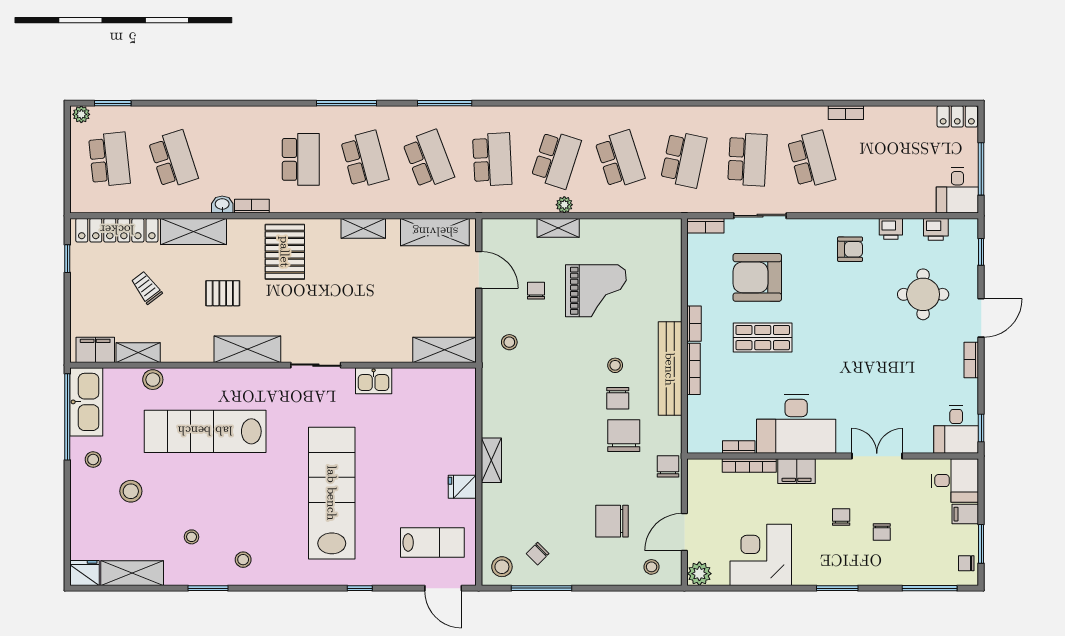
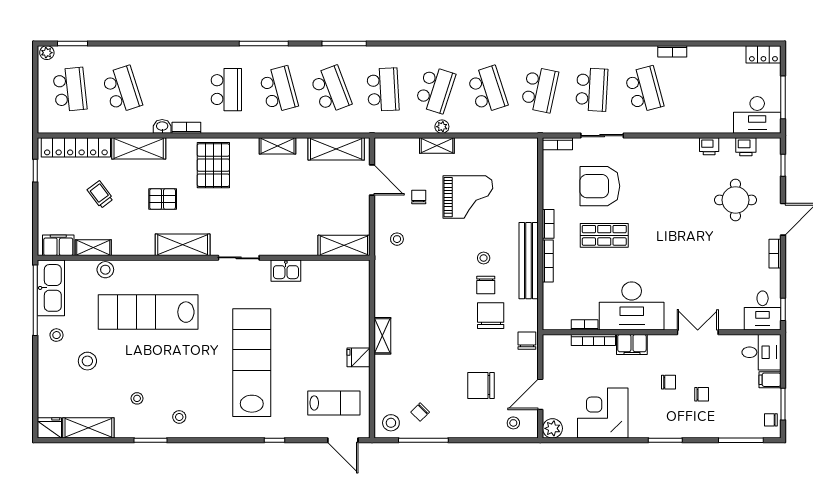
desk: (957, 190) -> (757, 115), width x1.37
armchair: (850, 249) -> (676, 163), removed
chair: (841, 517) -> (668, 382), turned 90
chair: (882, 532) -> (702, 394), turned -90

